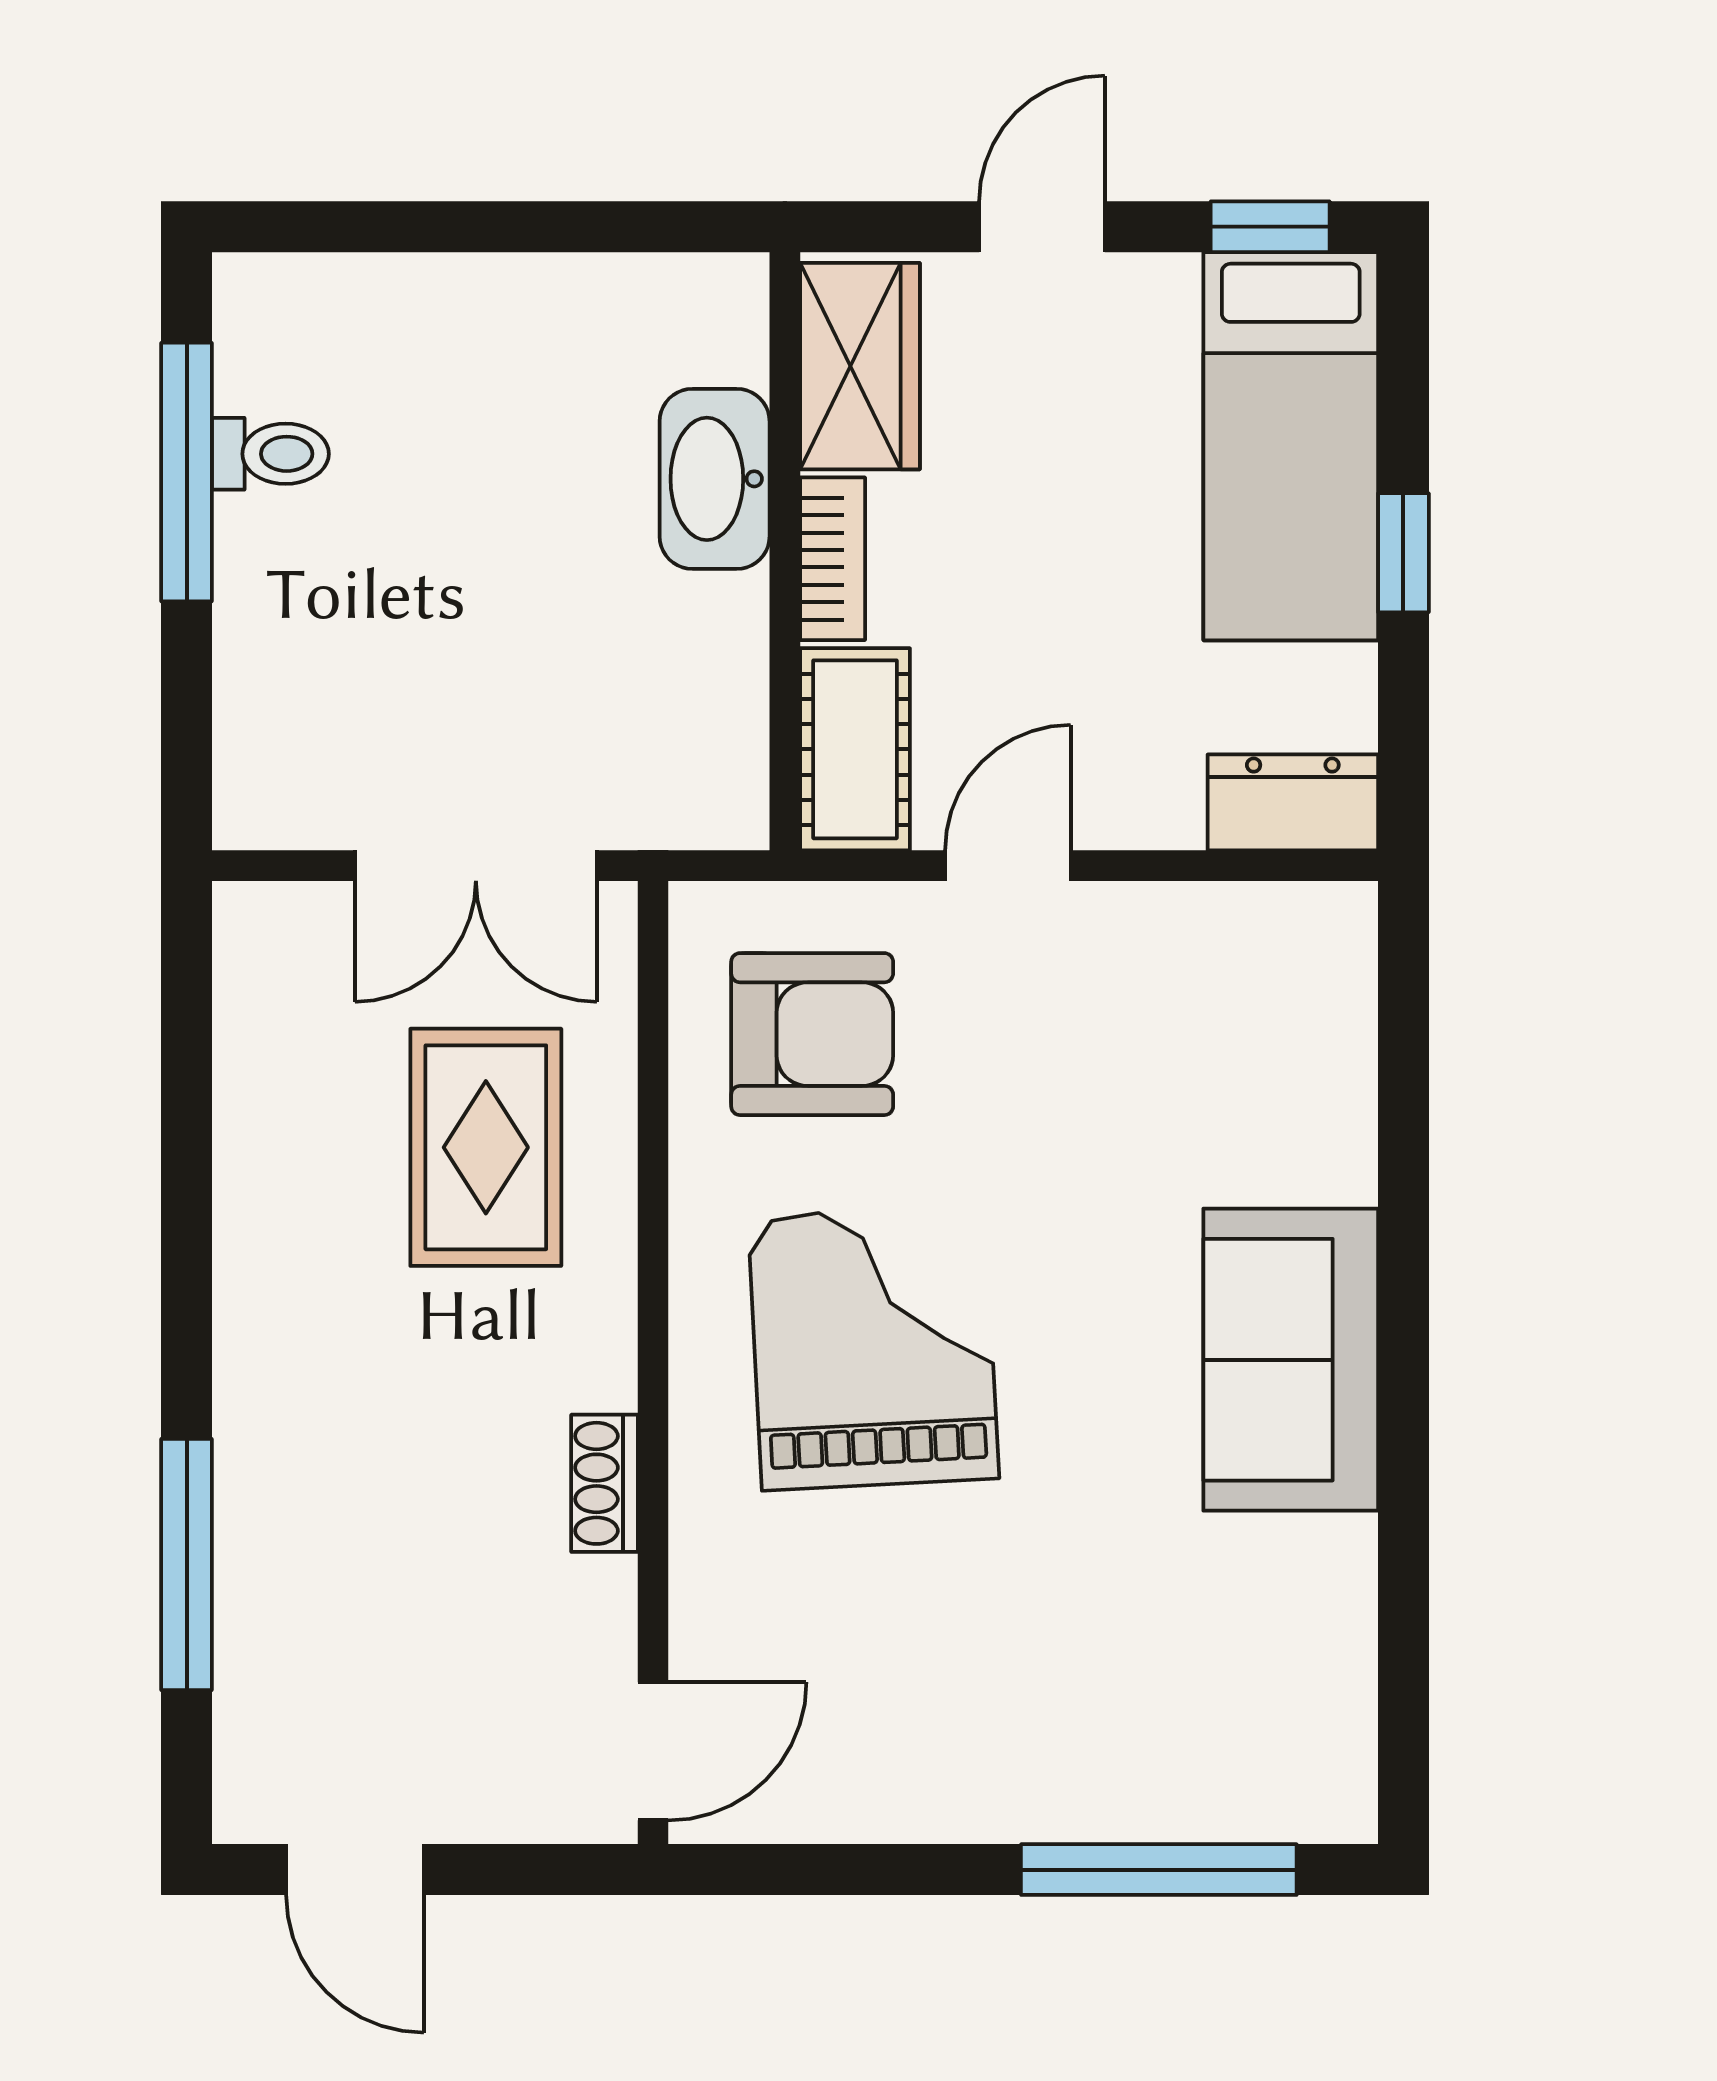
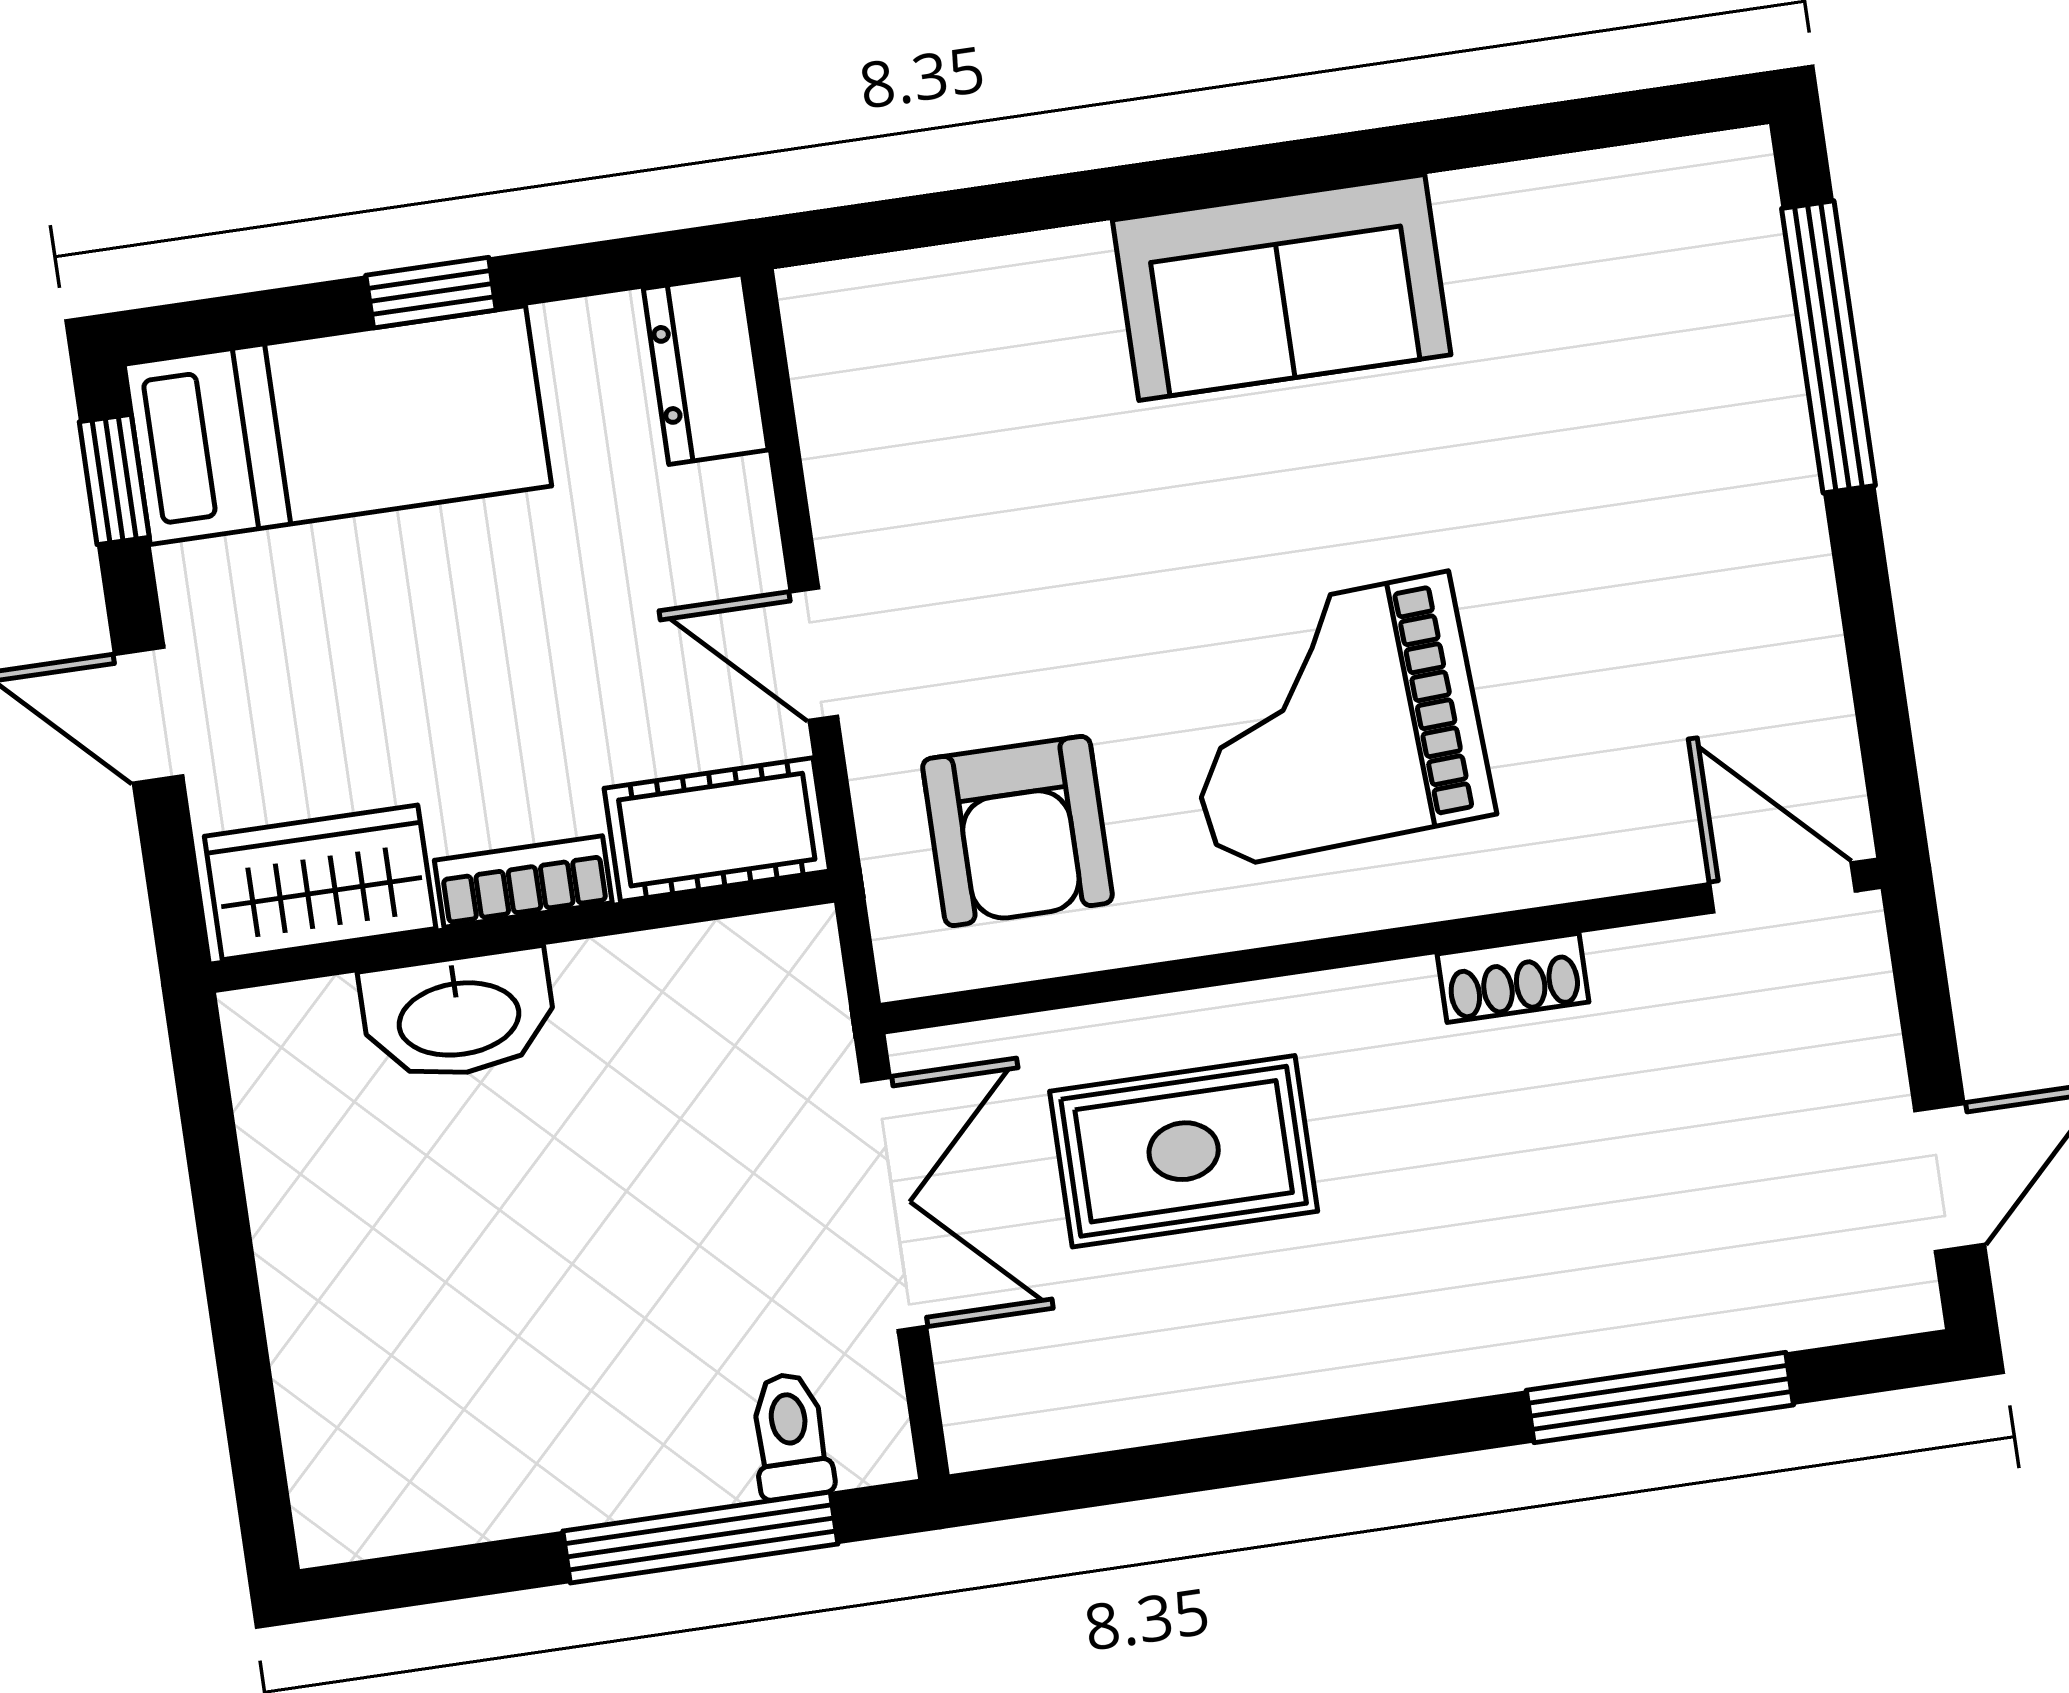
toilet: (270, 454) -> (791, 1436), moved
window: (187, 472) -> (700, 1538), moved
armchair: (812, 1034) -> (1017, 831), turned 180

